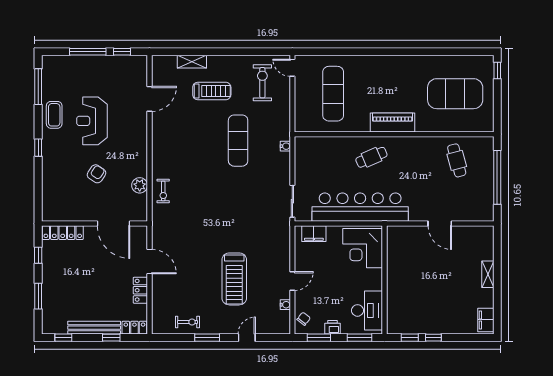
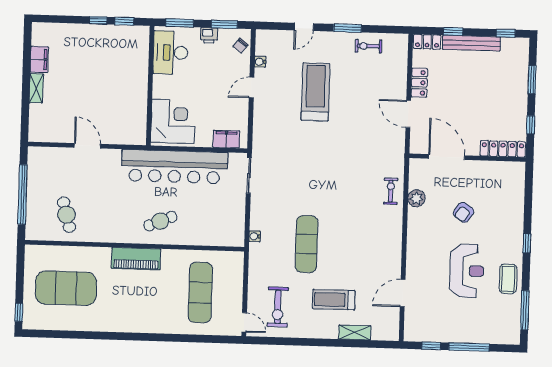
filing cabinet: (486, 320) -> (39, 59), moved

